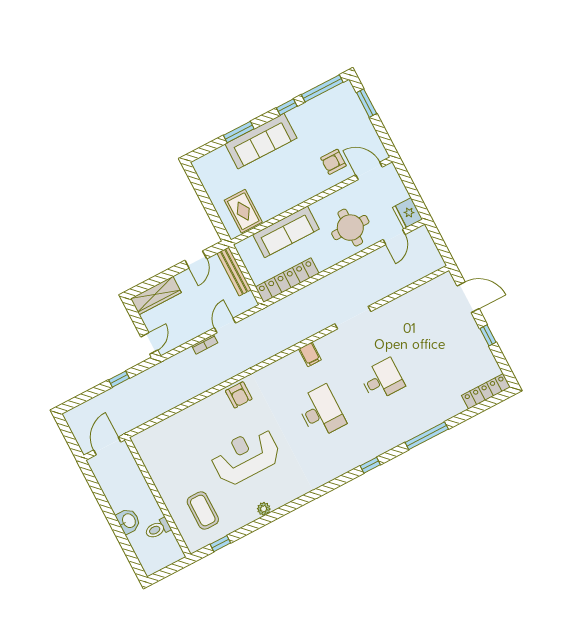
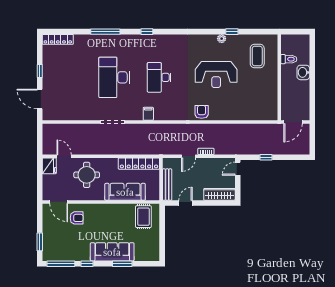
door: (394, 237) -> (64, 156), hinge flipped
desk: (382, 380) -> (114, 77), width x1.87, depth x1.30
window: (220, 544) -> (232, 32), moved

